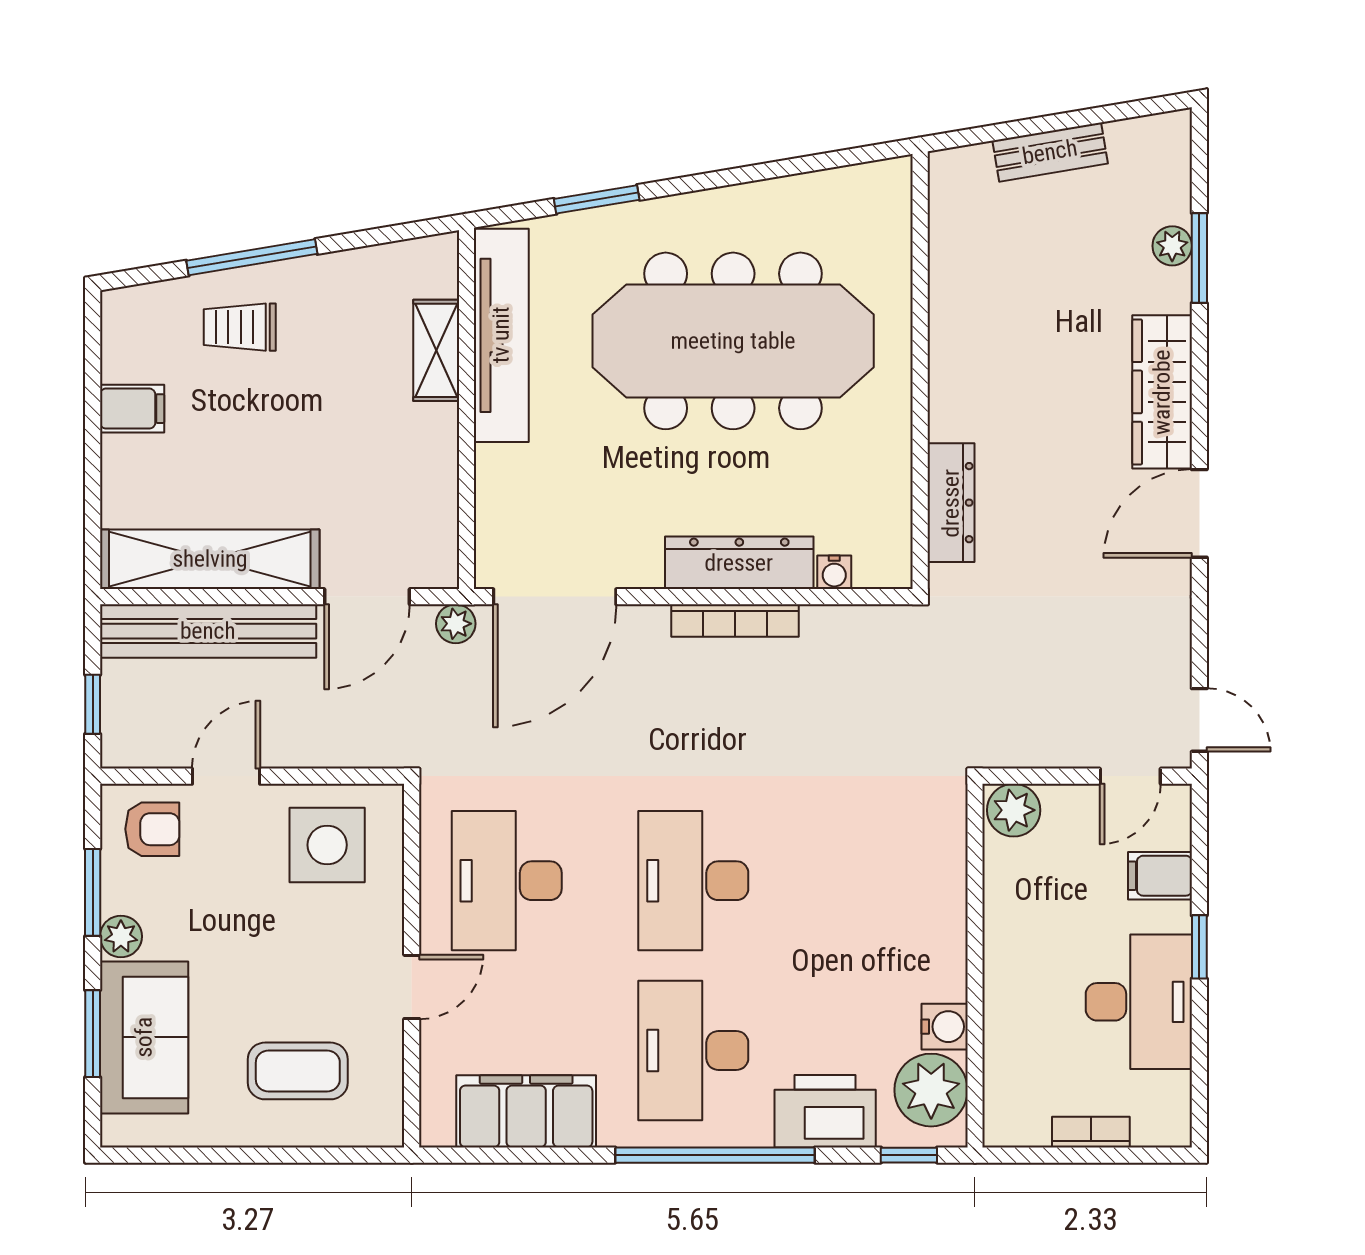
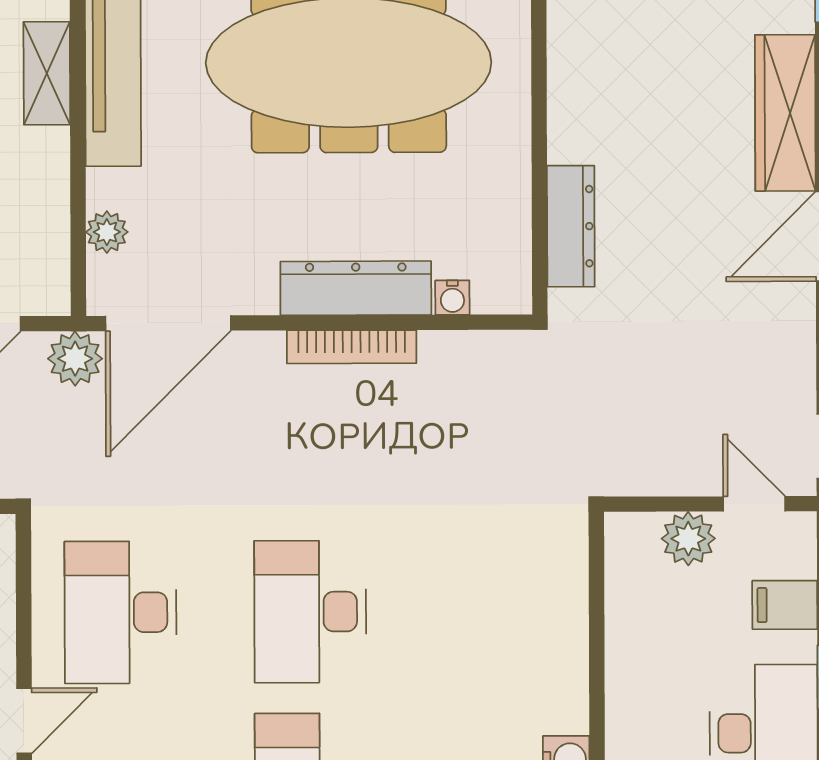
plant: (495, 507) -> (107, 232), added
plant: (456, 624) -> (75, 359), width x1.38, depth x1.38
door: (1130, 776) -> (754, 504), swing flipped
plant: (1014, 810) -> (688, 539), moved

